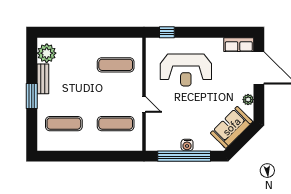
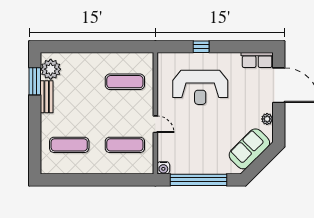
window: (167, 32) -> (201, 47), moved
window: (32, 96) -> (35, 81), moved
water cooler: (187, 145) -> (163, 168), moved

